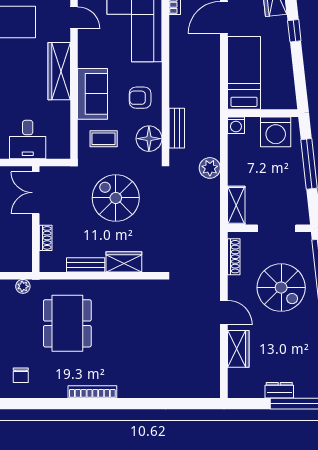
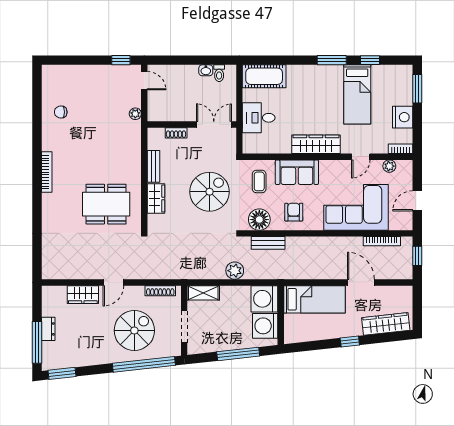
washing machine: (236, 125) -> (264, 299), width x1.89, depth x1.89
spiral stairs: (281, 288) -> (134, 330), turned 180
dining table: (67, 323) -> (106, 204), moved

